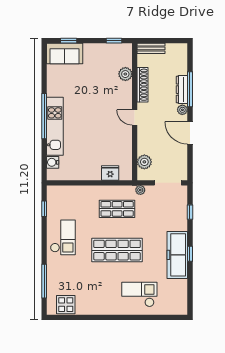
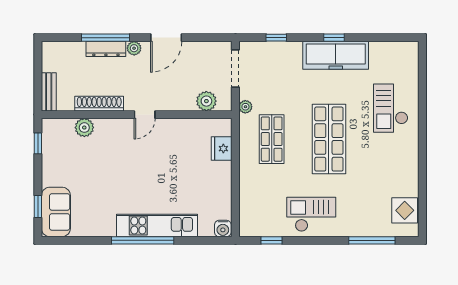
water cooler: (53, 162) -> (223, 229), moved

